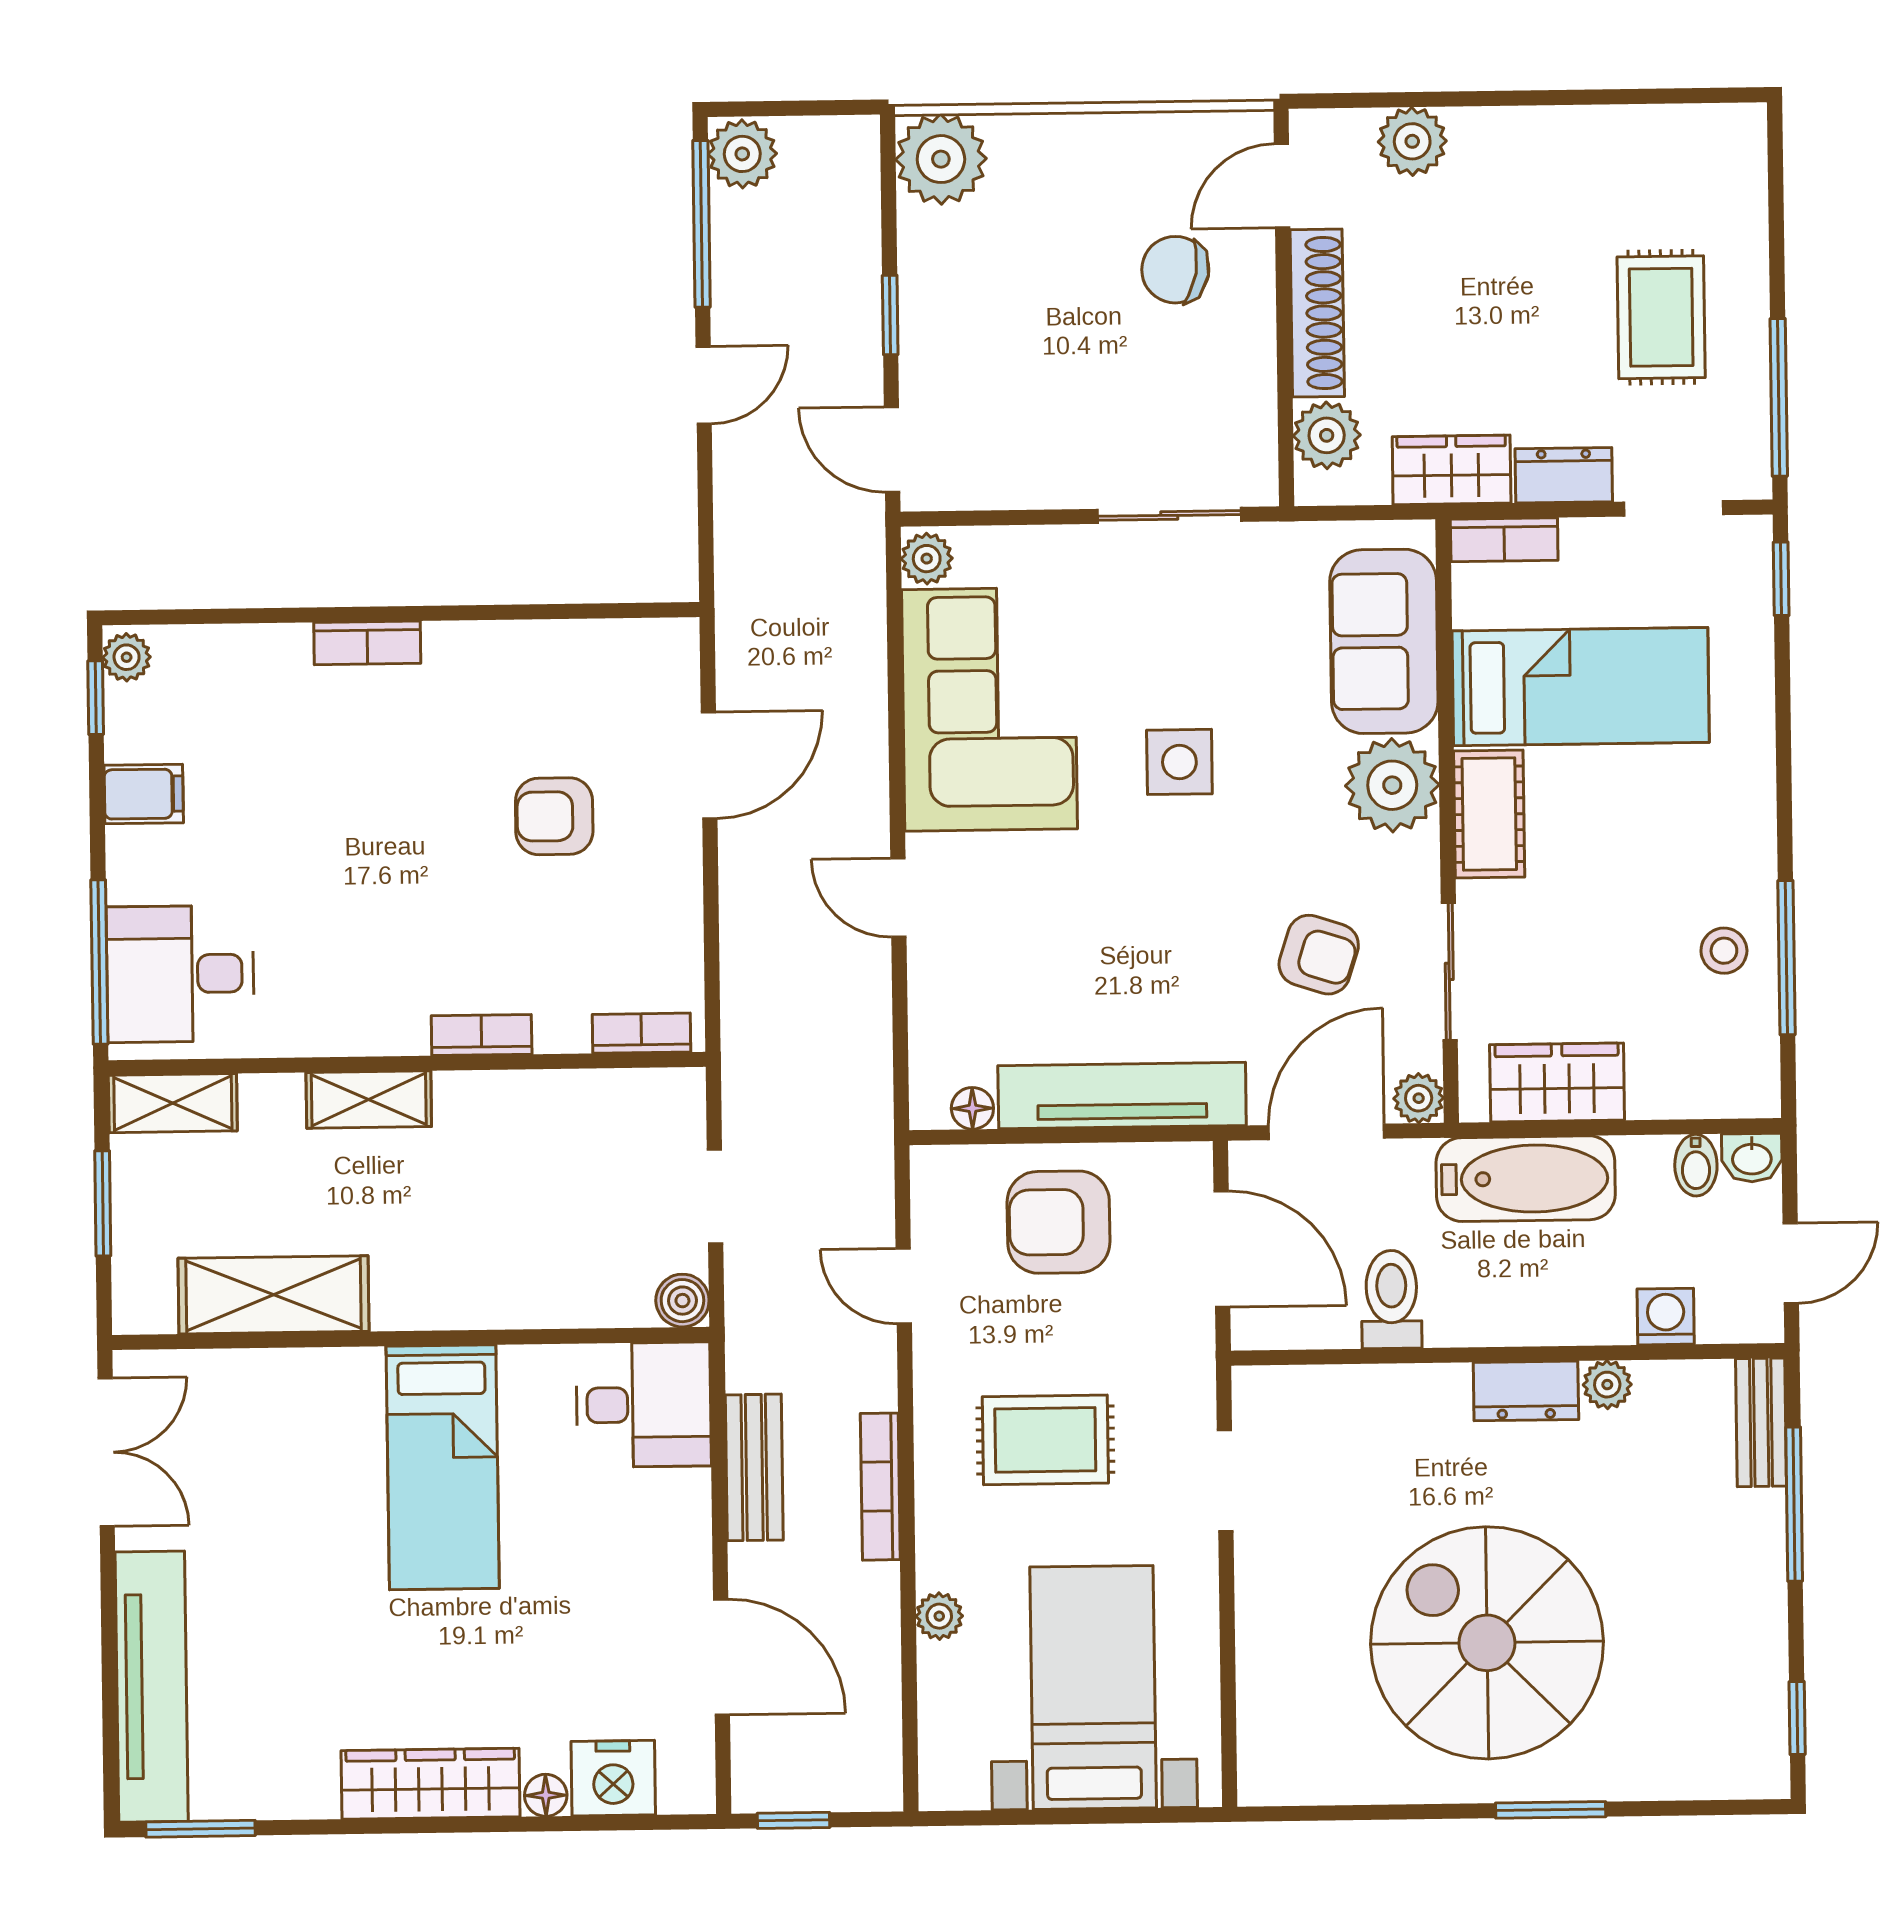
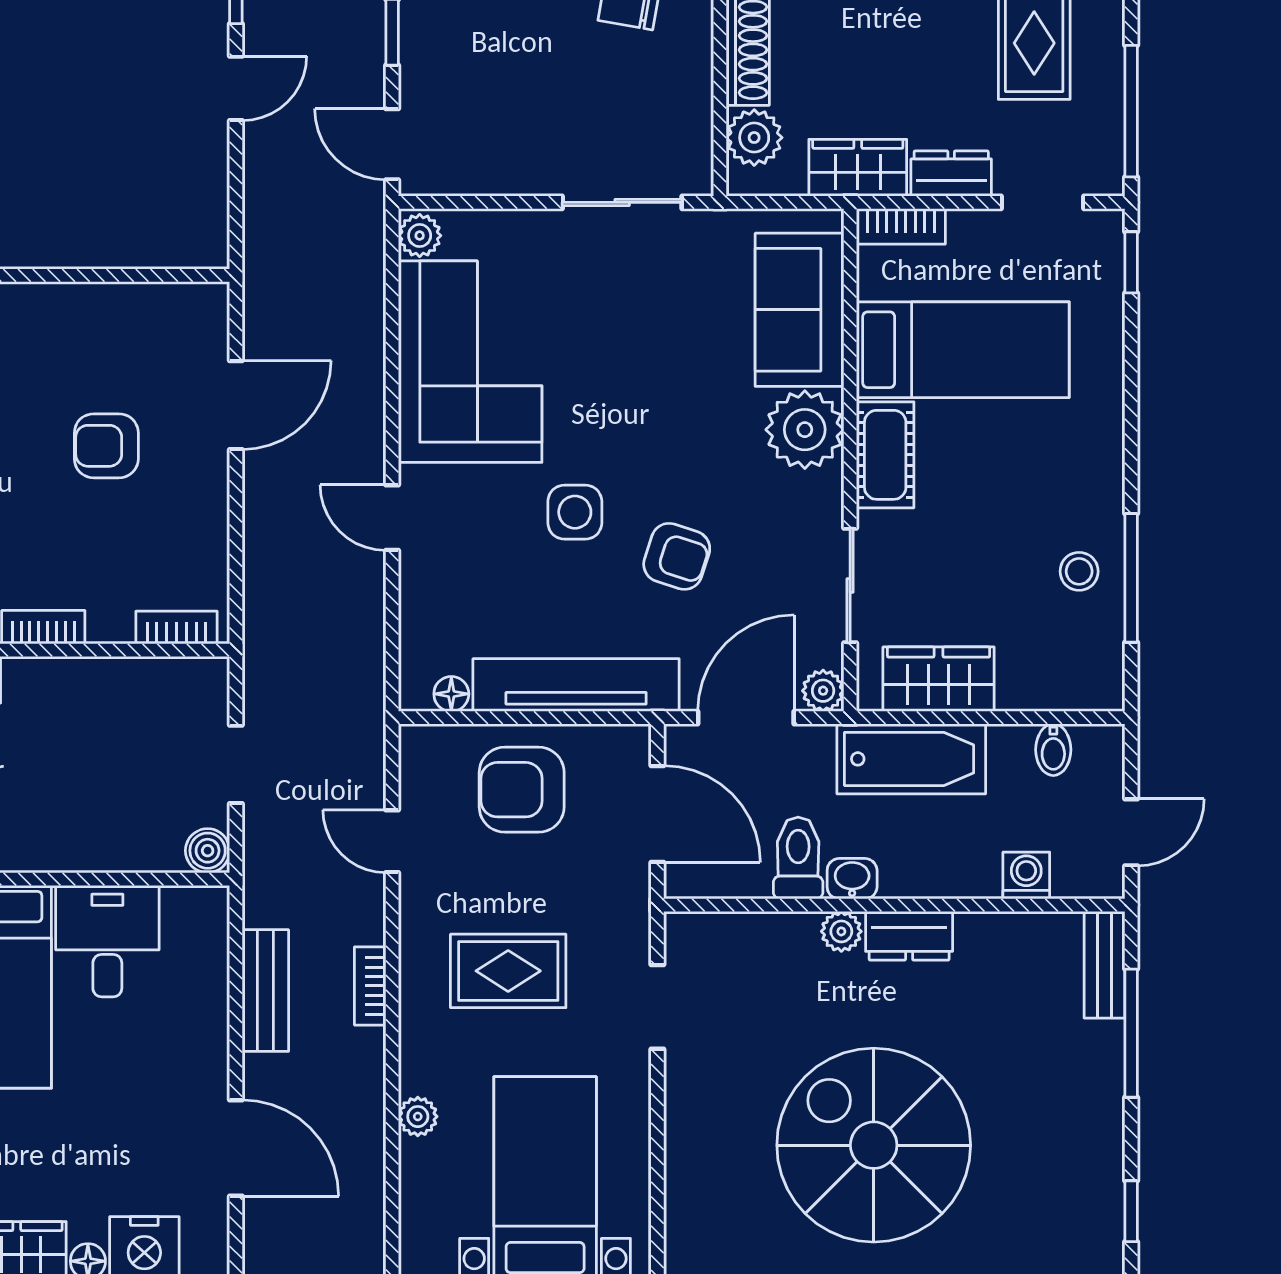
side table: (1179, 762) -> (575, 512), moved
armchair: (1319, 955) -> (677, 556), moved
washbasin: (1752, 1158) -> (852, 879), moved, turned 180
plant: (1607, 1385) -> (841, 931), moved
desk: (643, 1405) -> (107, 941), moved, turned -90
bookcase: (880, 1487) -> (370, 986), width x0.64

